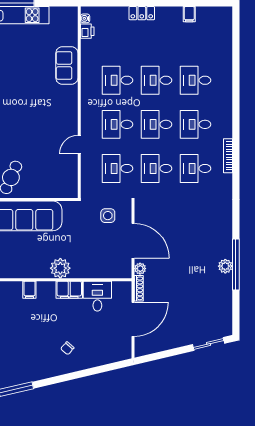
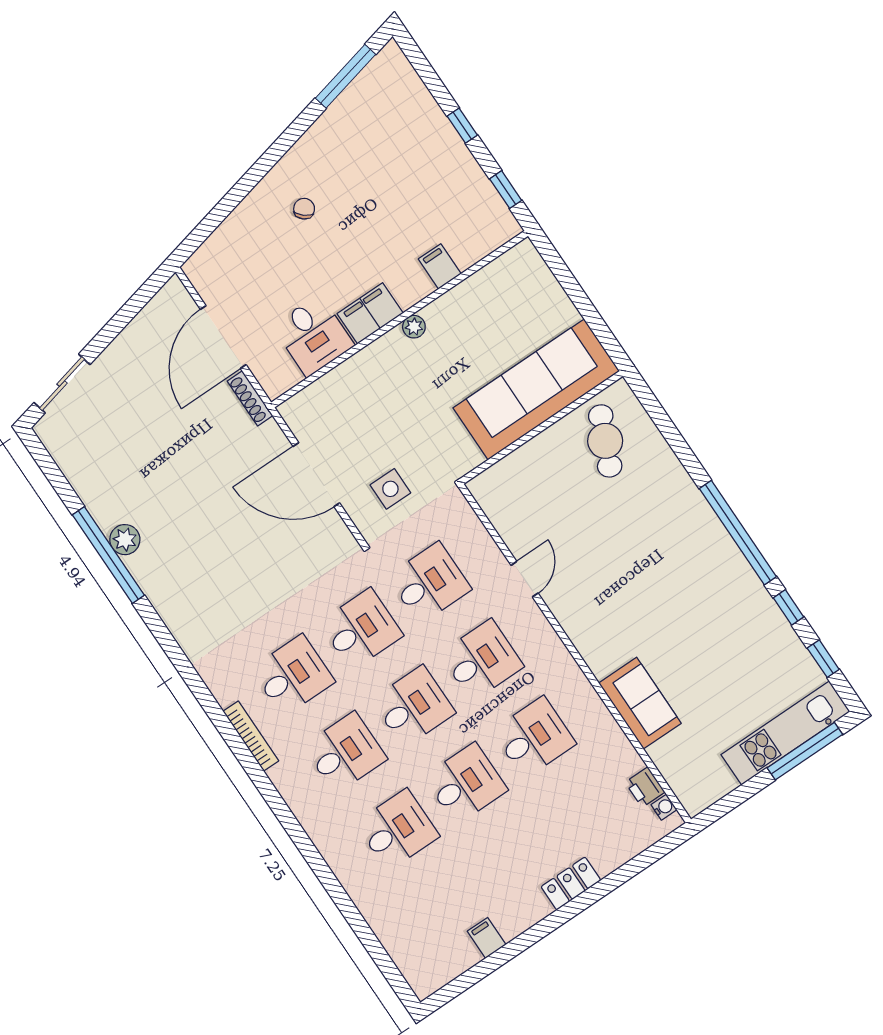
plant: (60, 268) -> (414, 327), width x0.53, depth x0.53
plant: (140, 269) -> (271, 435), removed

